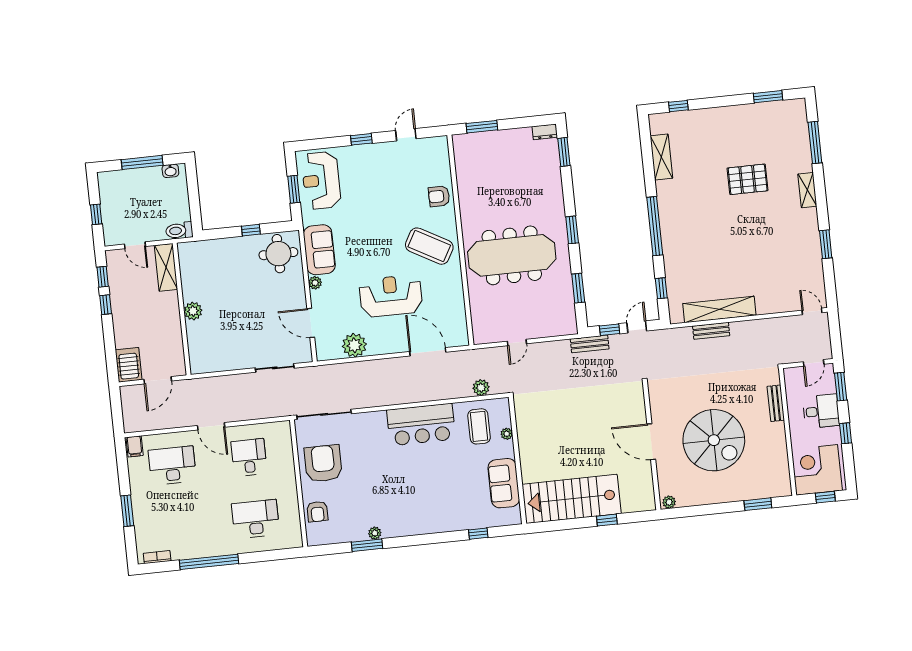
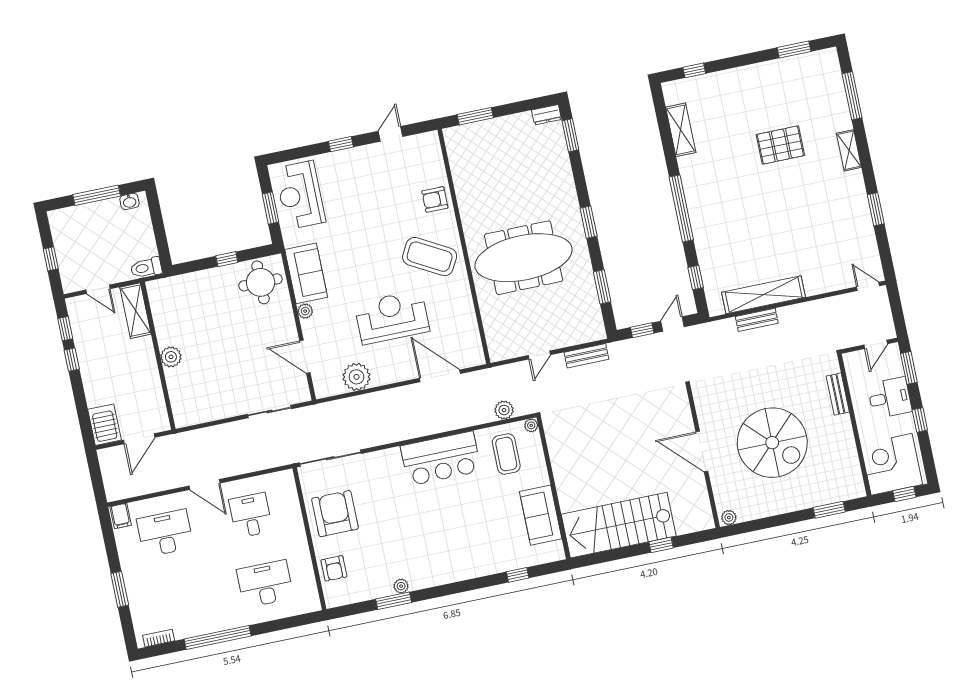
bench: (590, 344) -> (586, 356), moved
plant: (507, 434) -> (531, 425), moved

